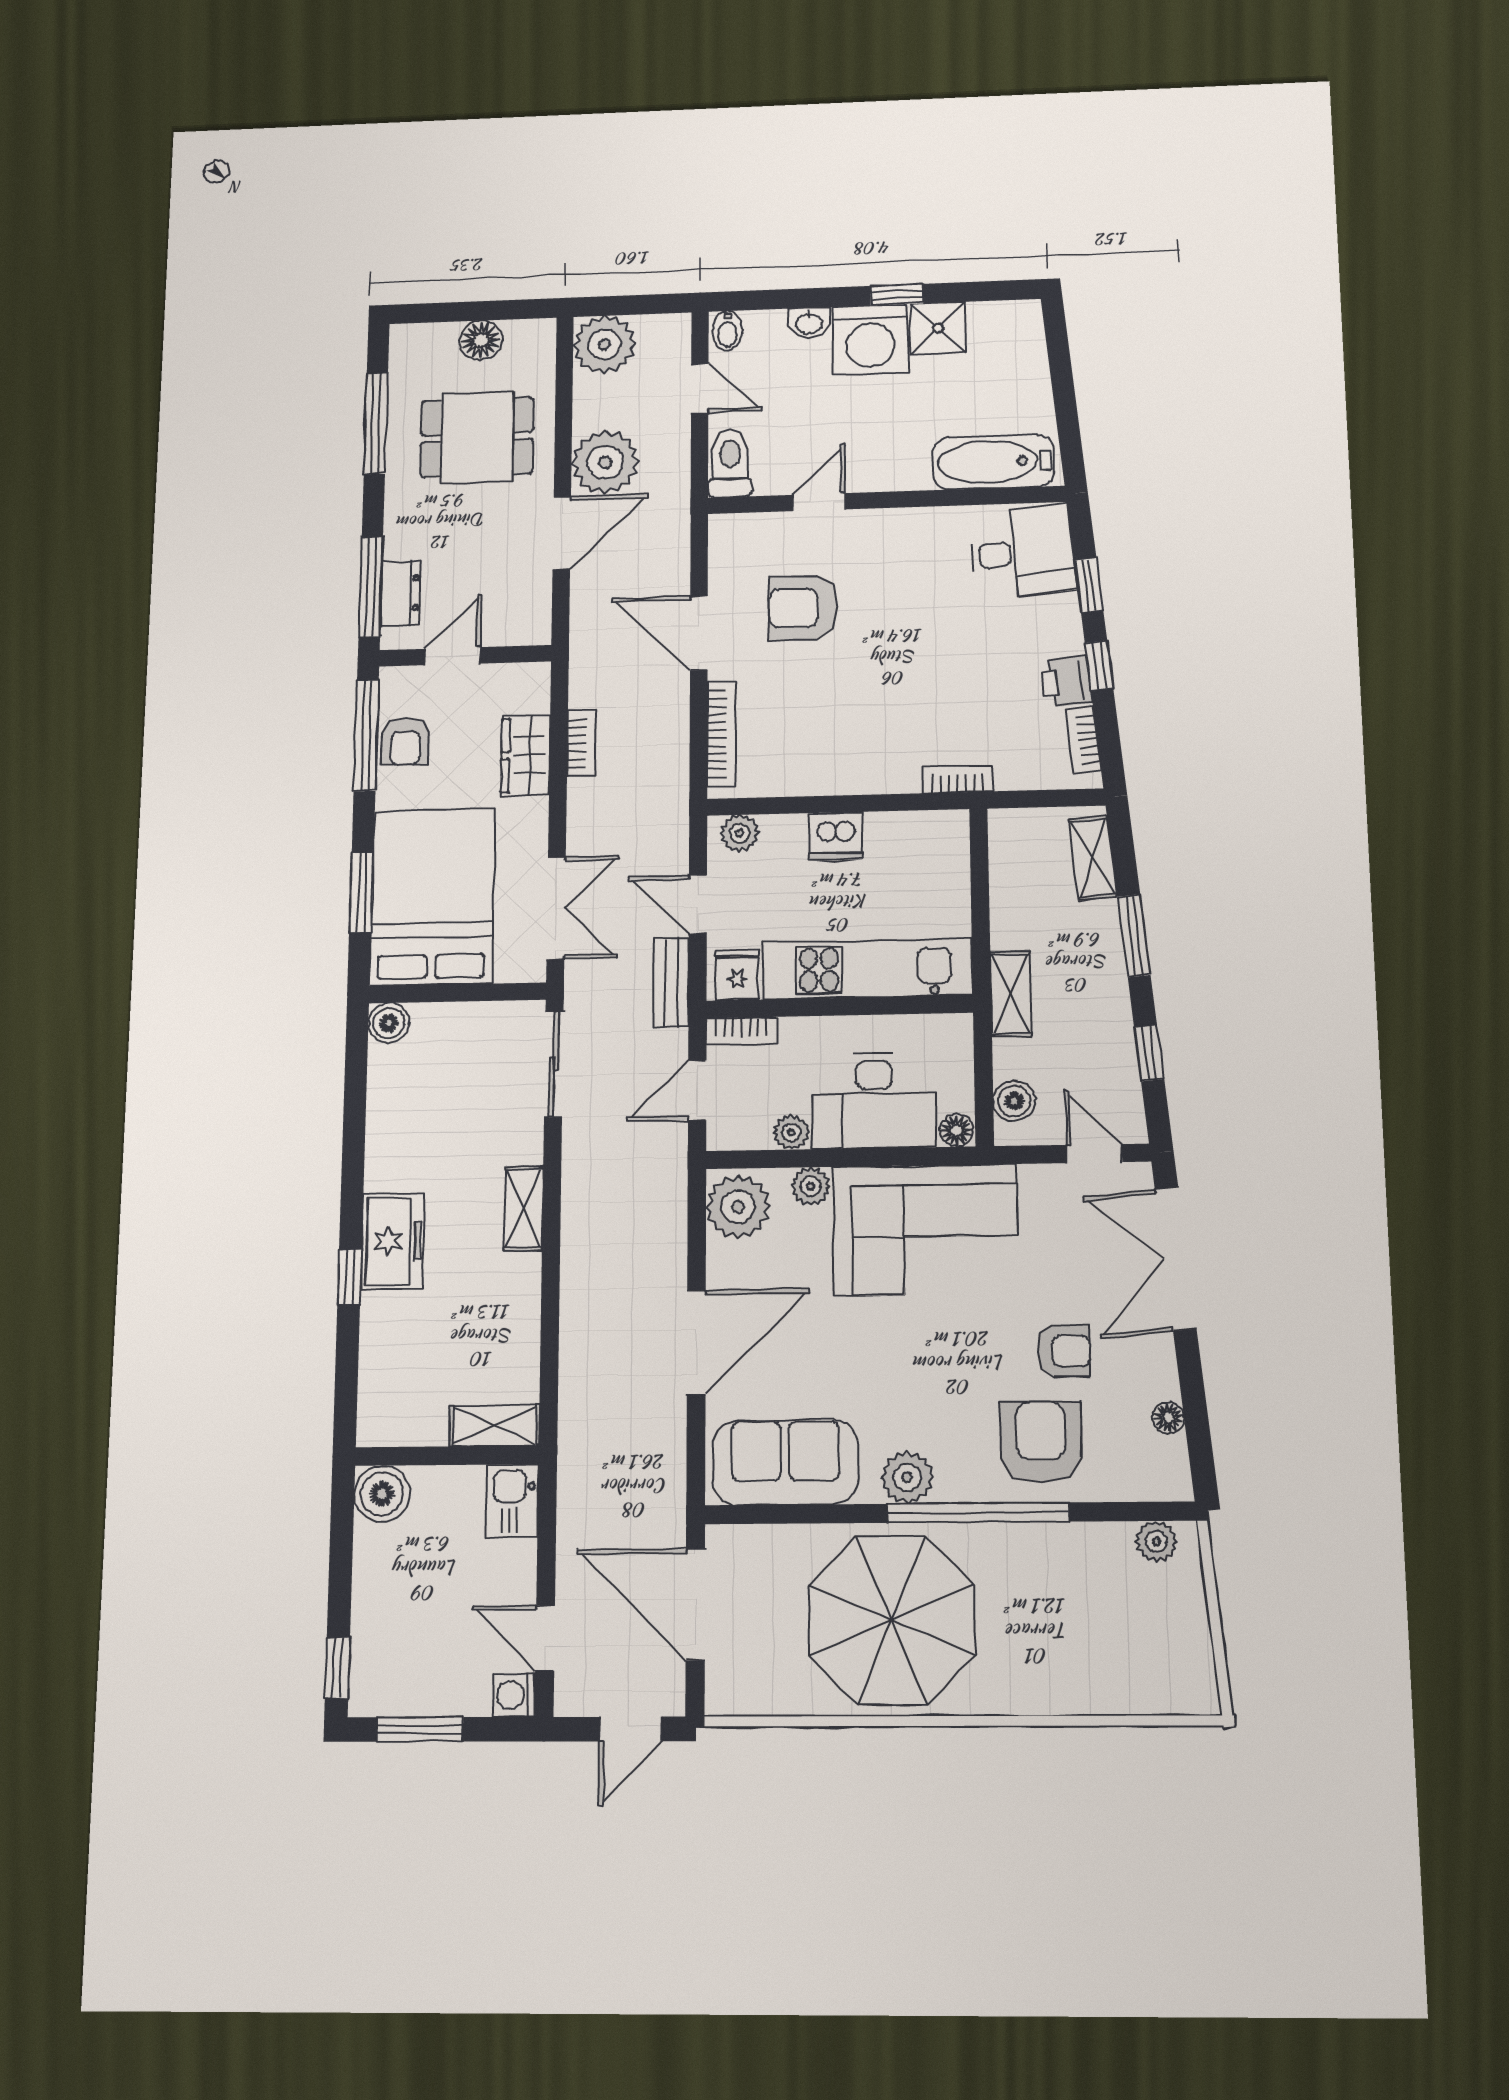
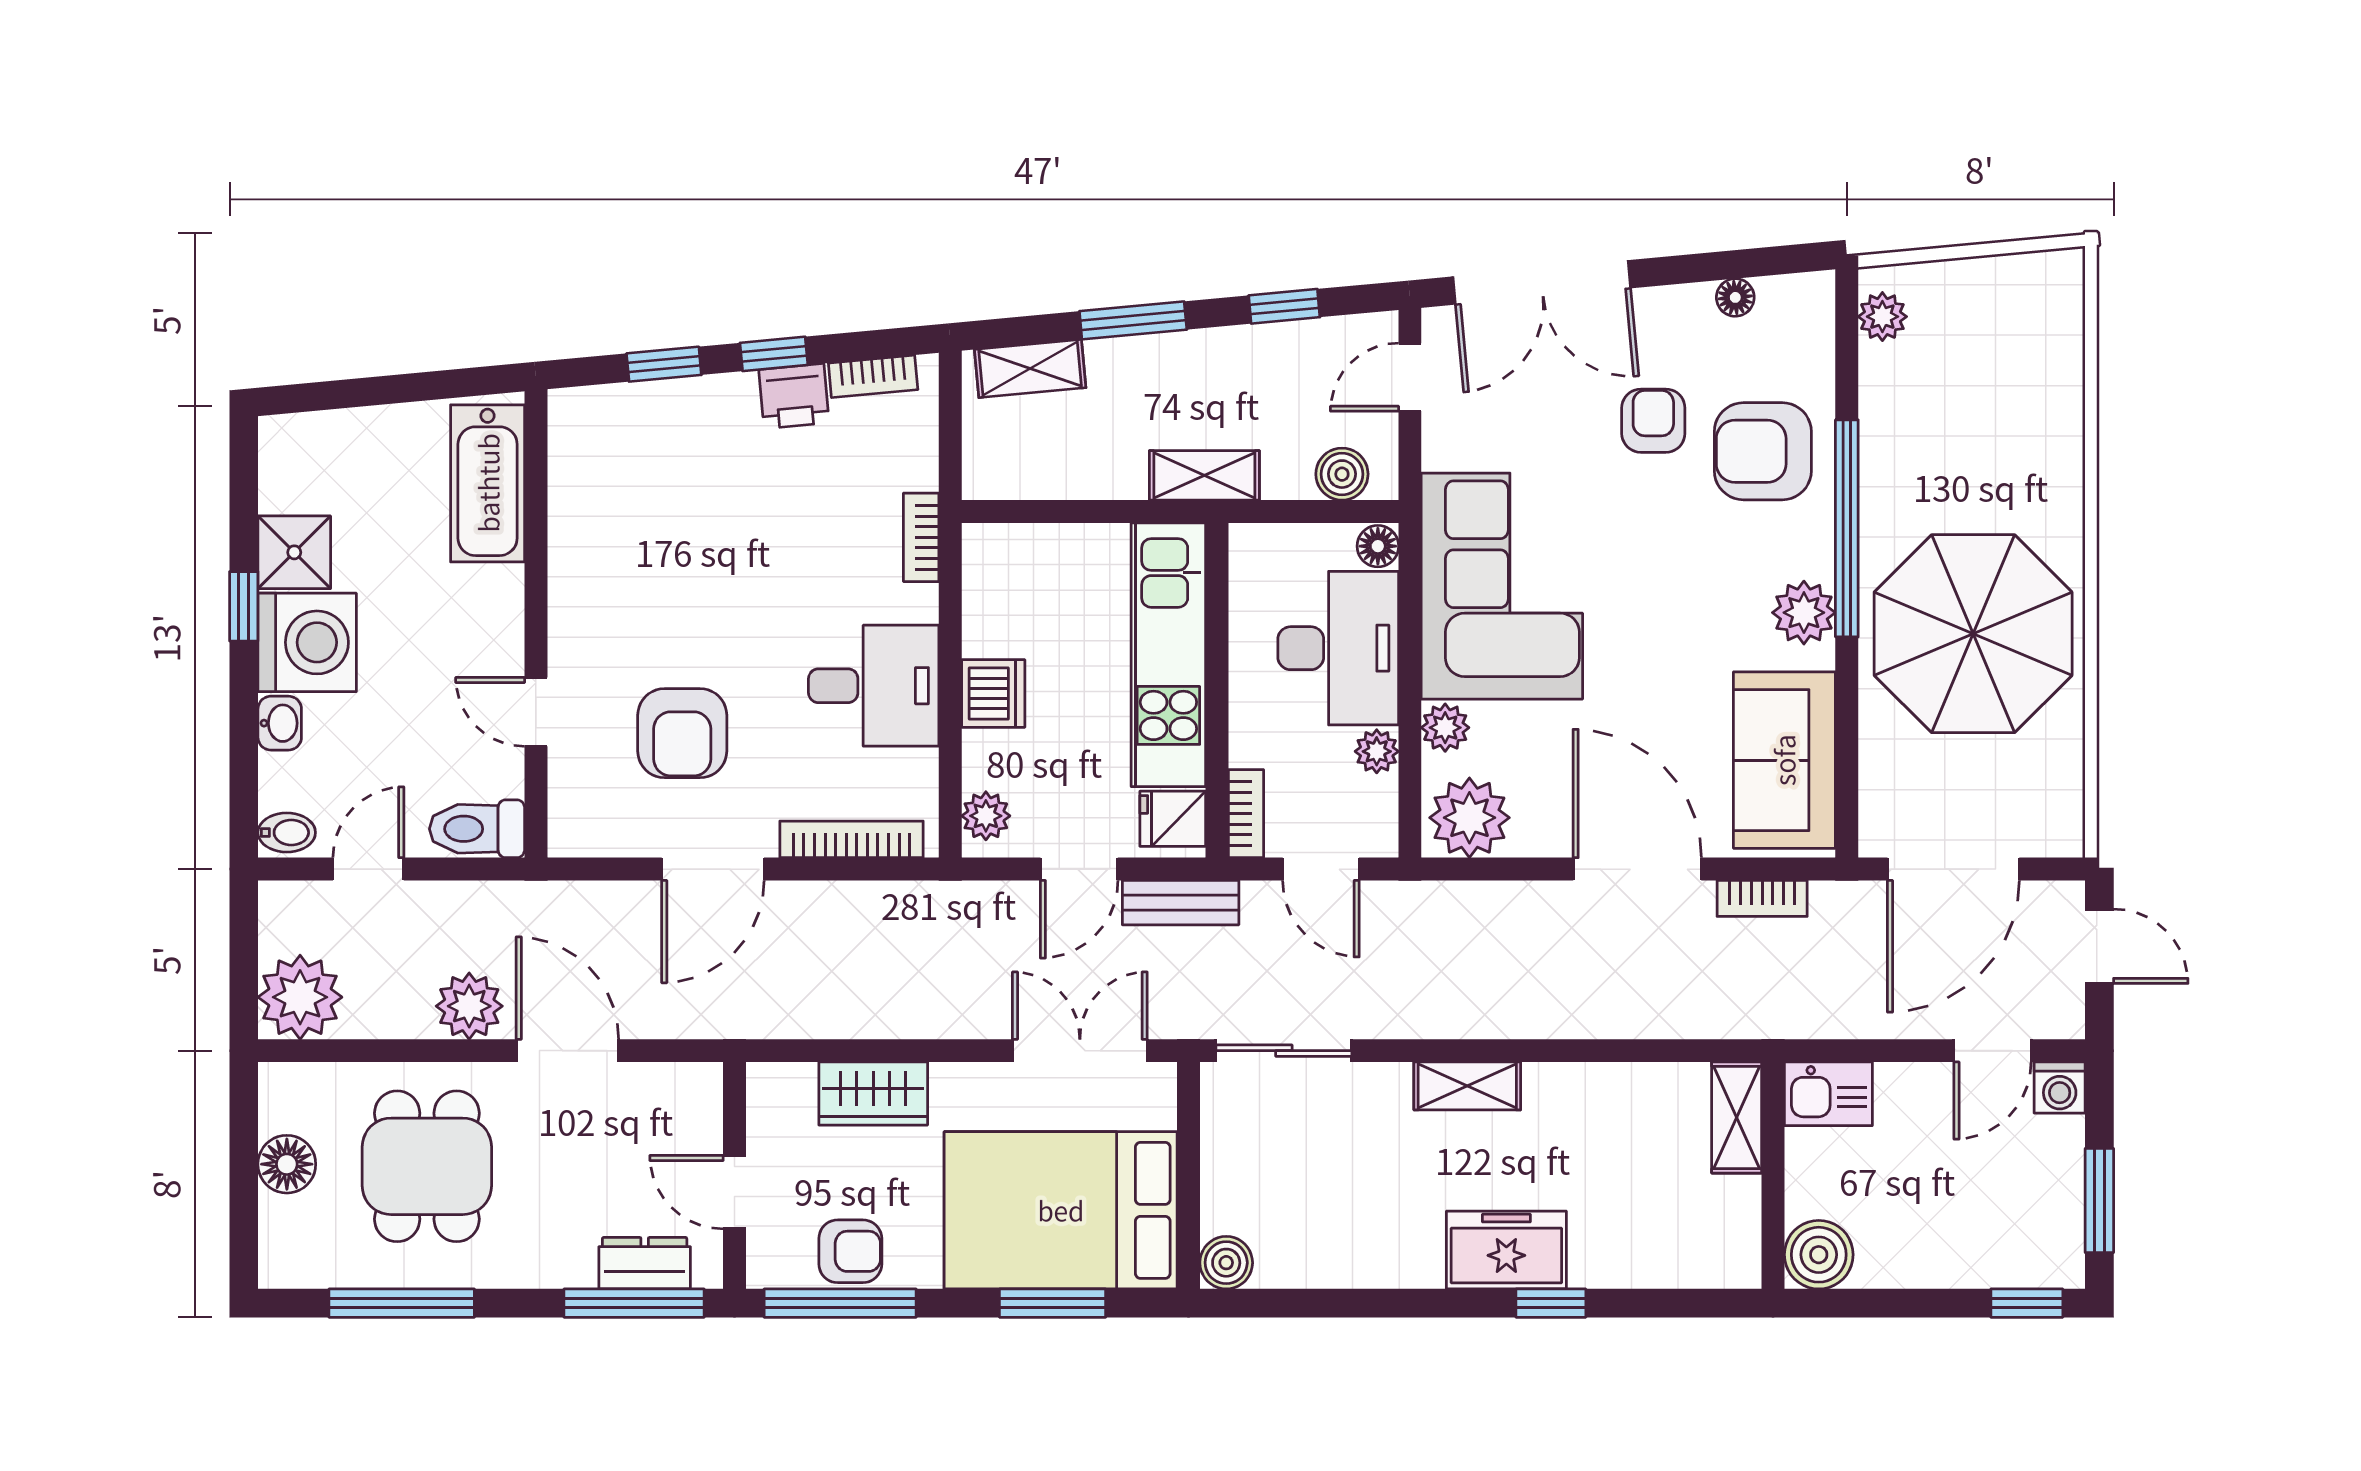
plant: (605, 462) -> (469, 1006), width x0.73, depth x0.73
desk: (1022, 552) -> (874, 686), moved, turned 95
bookcase: (581, 743) -> (1762, 898), moved, turned 180

